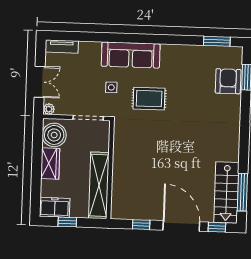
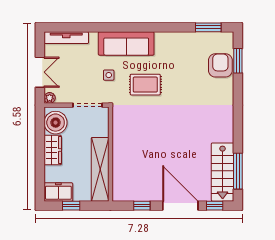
tv unit: (62, 47) -> (66, 38), width x1.41

